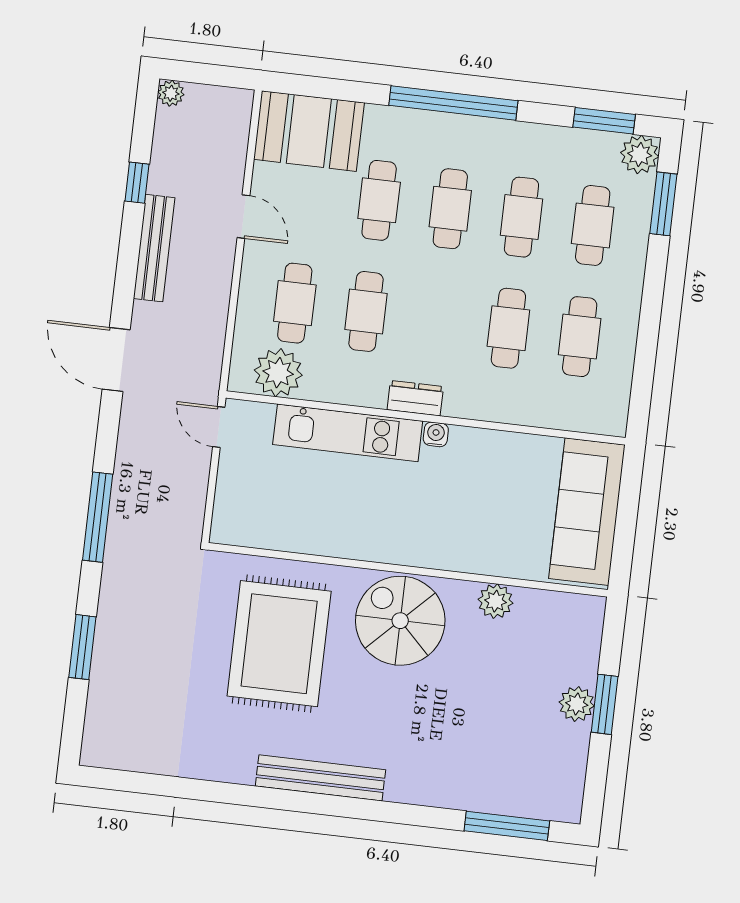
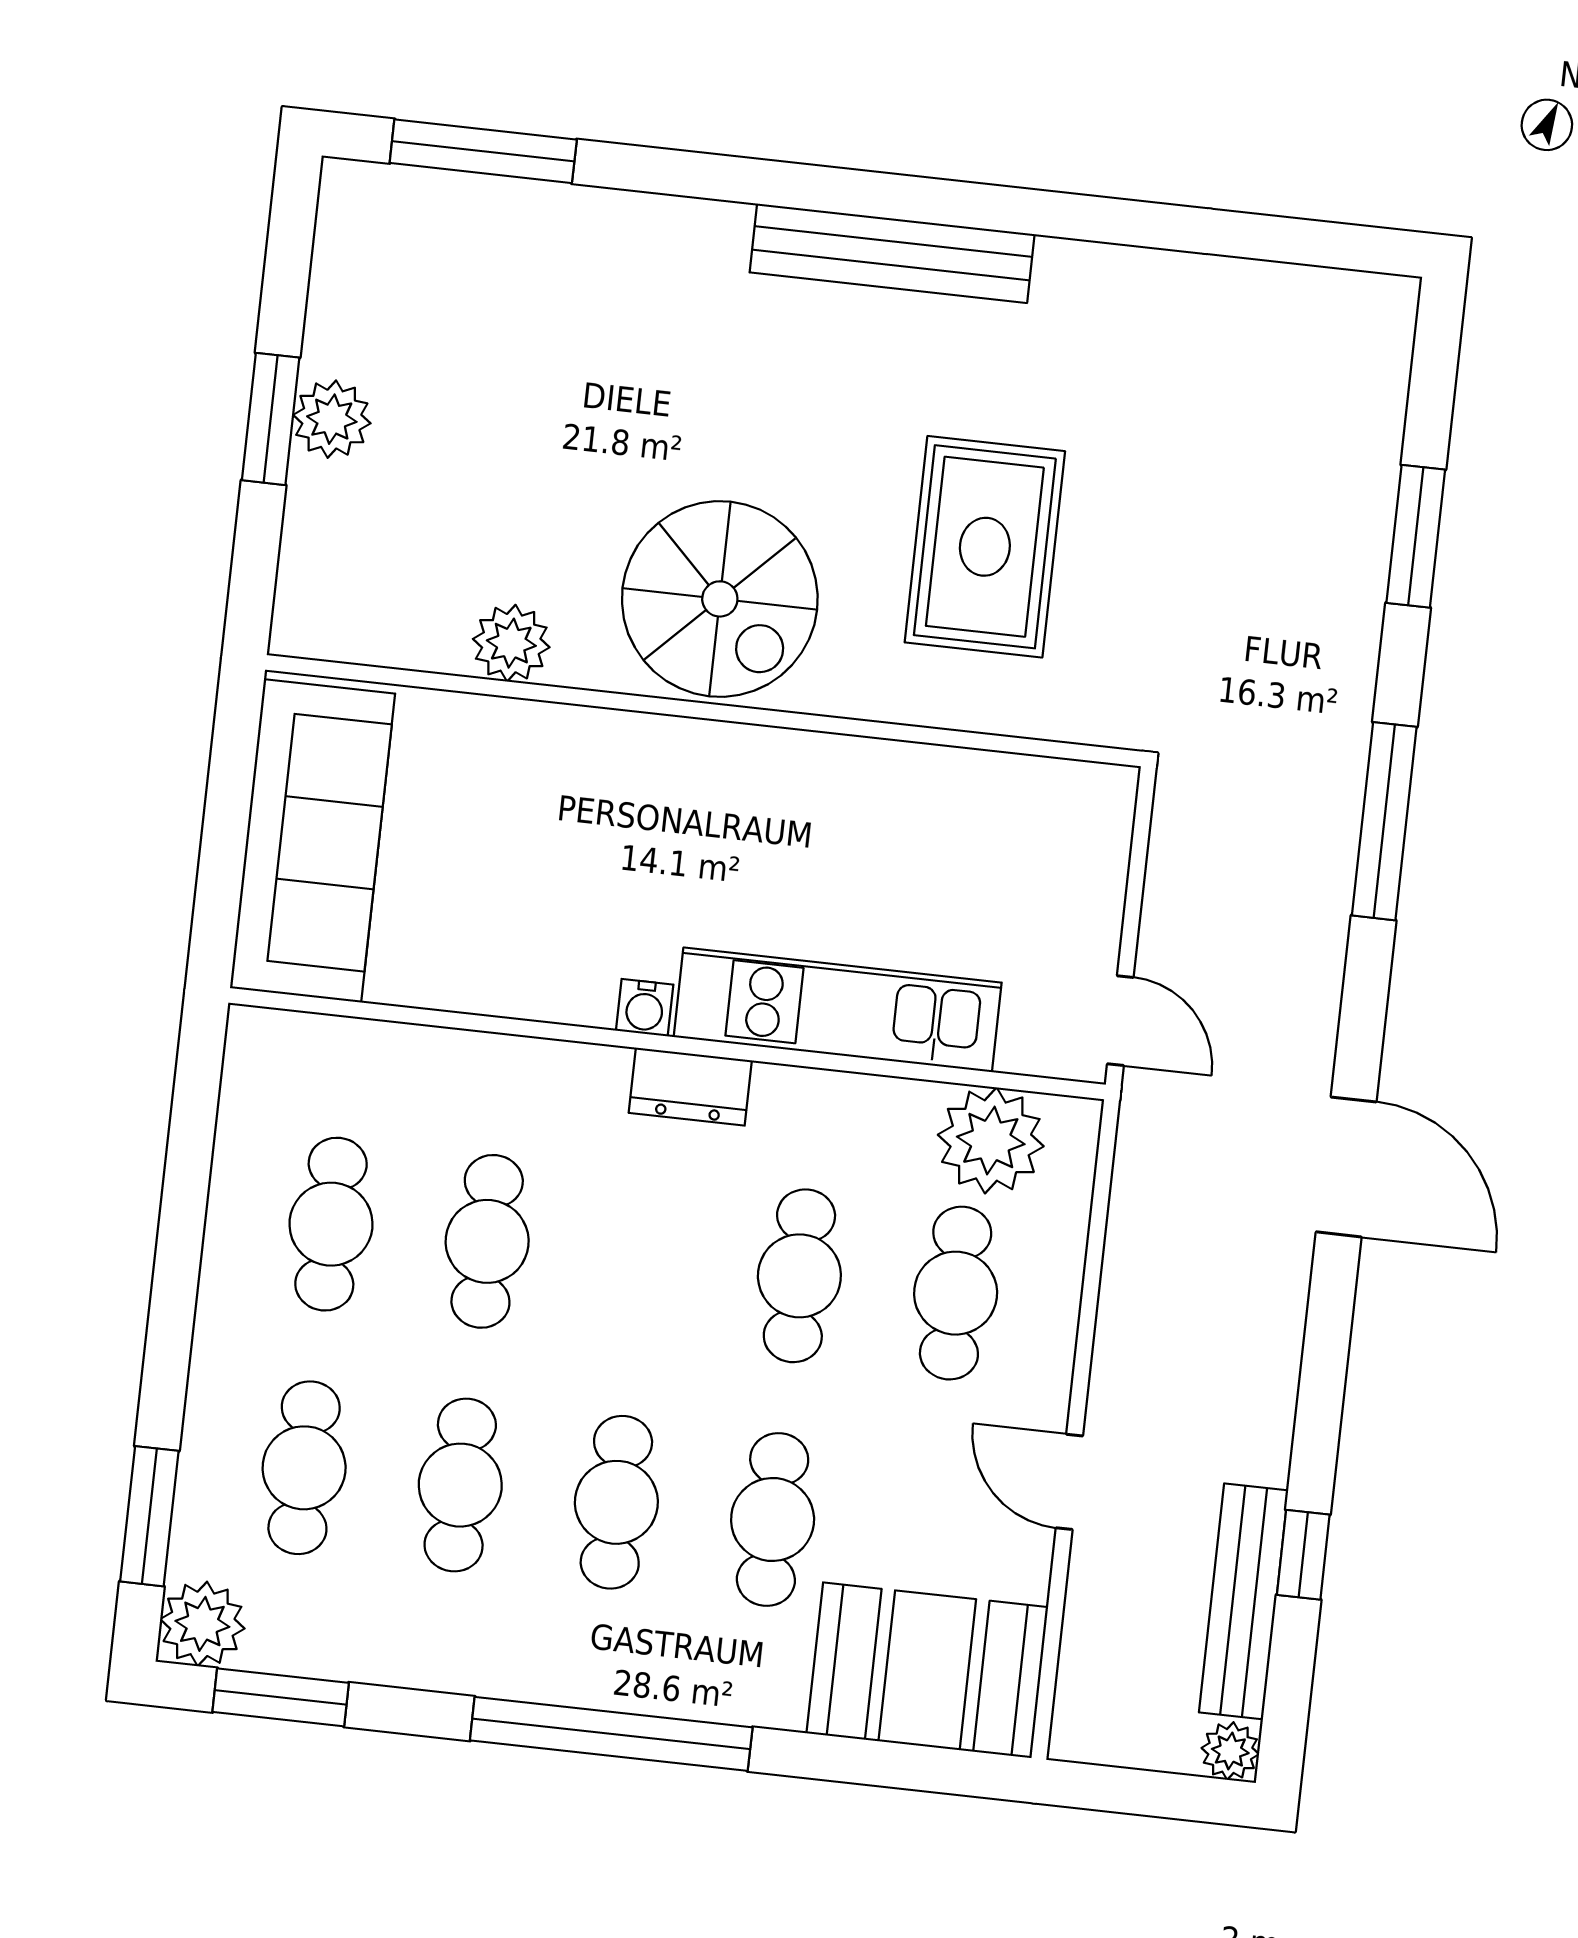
bench: (154, 248) -> (1244, 1601), moved
rug: (279, 644) -> (985, 547), width x0.73, depth x0.69

